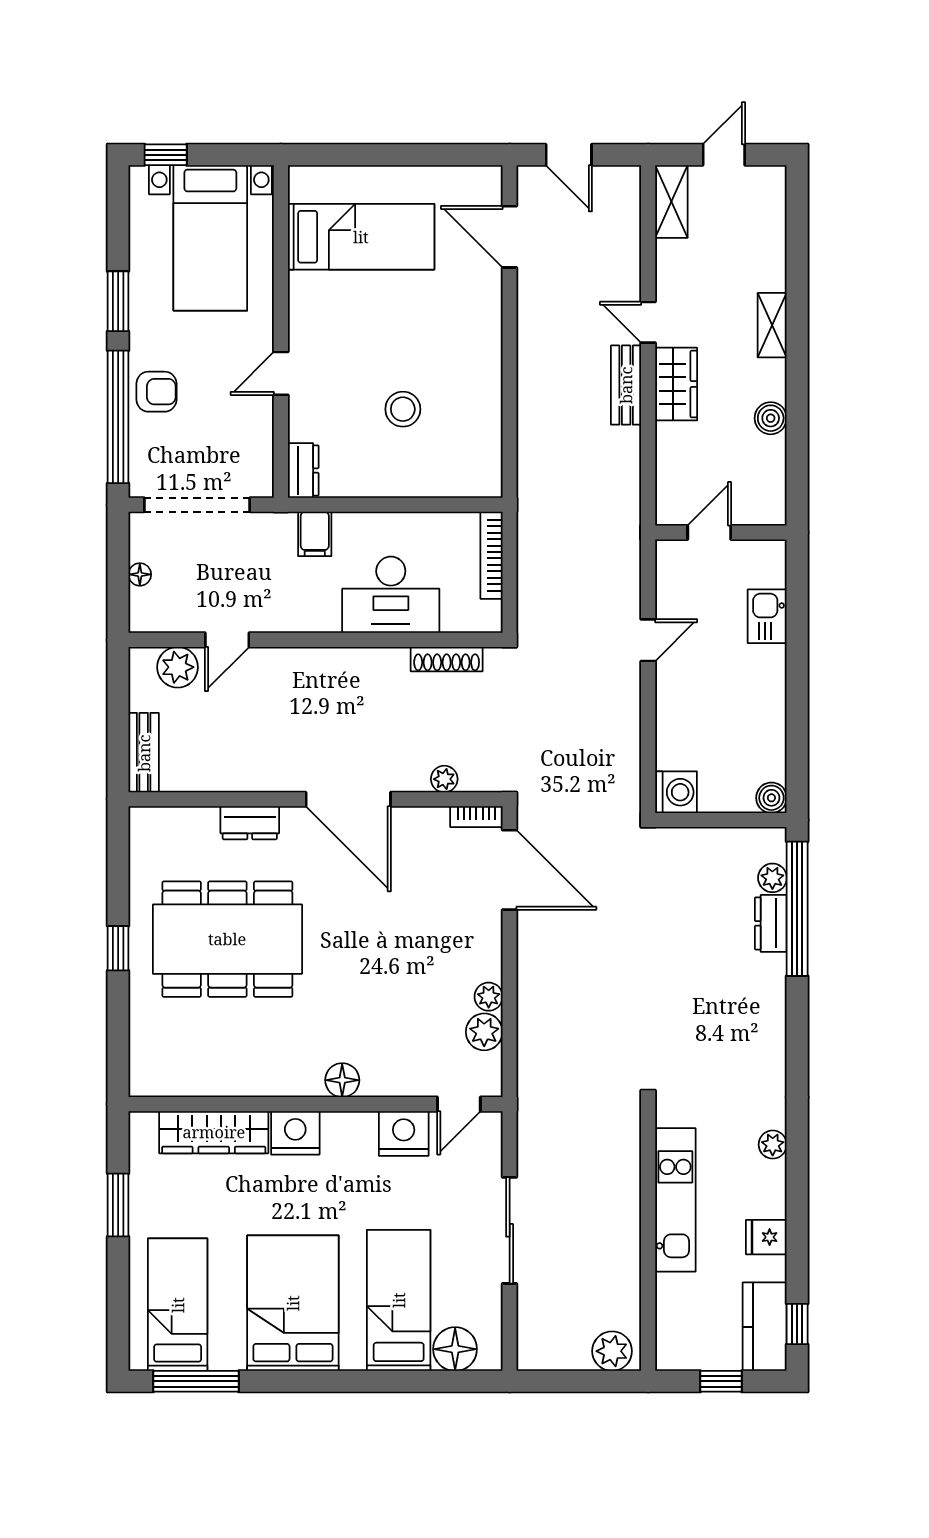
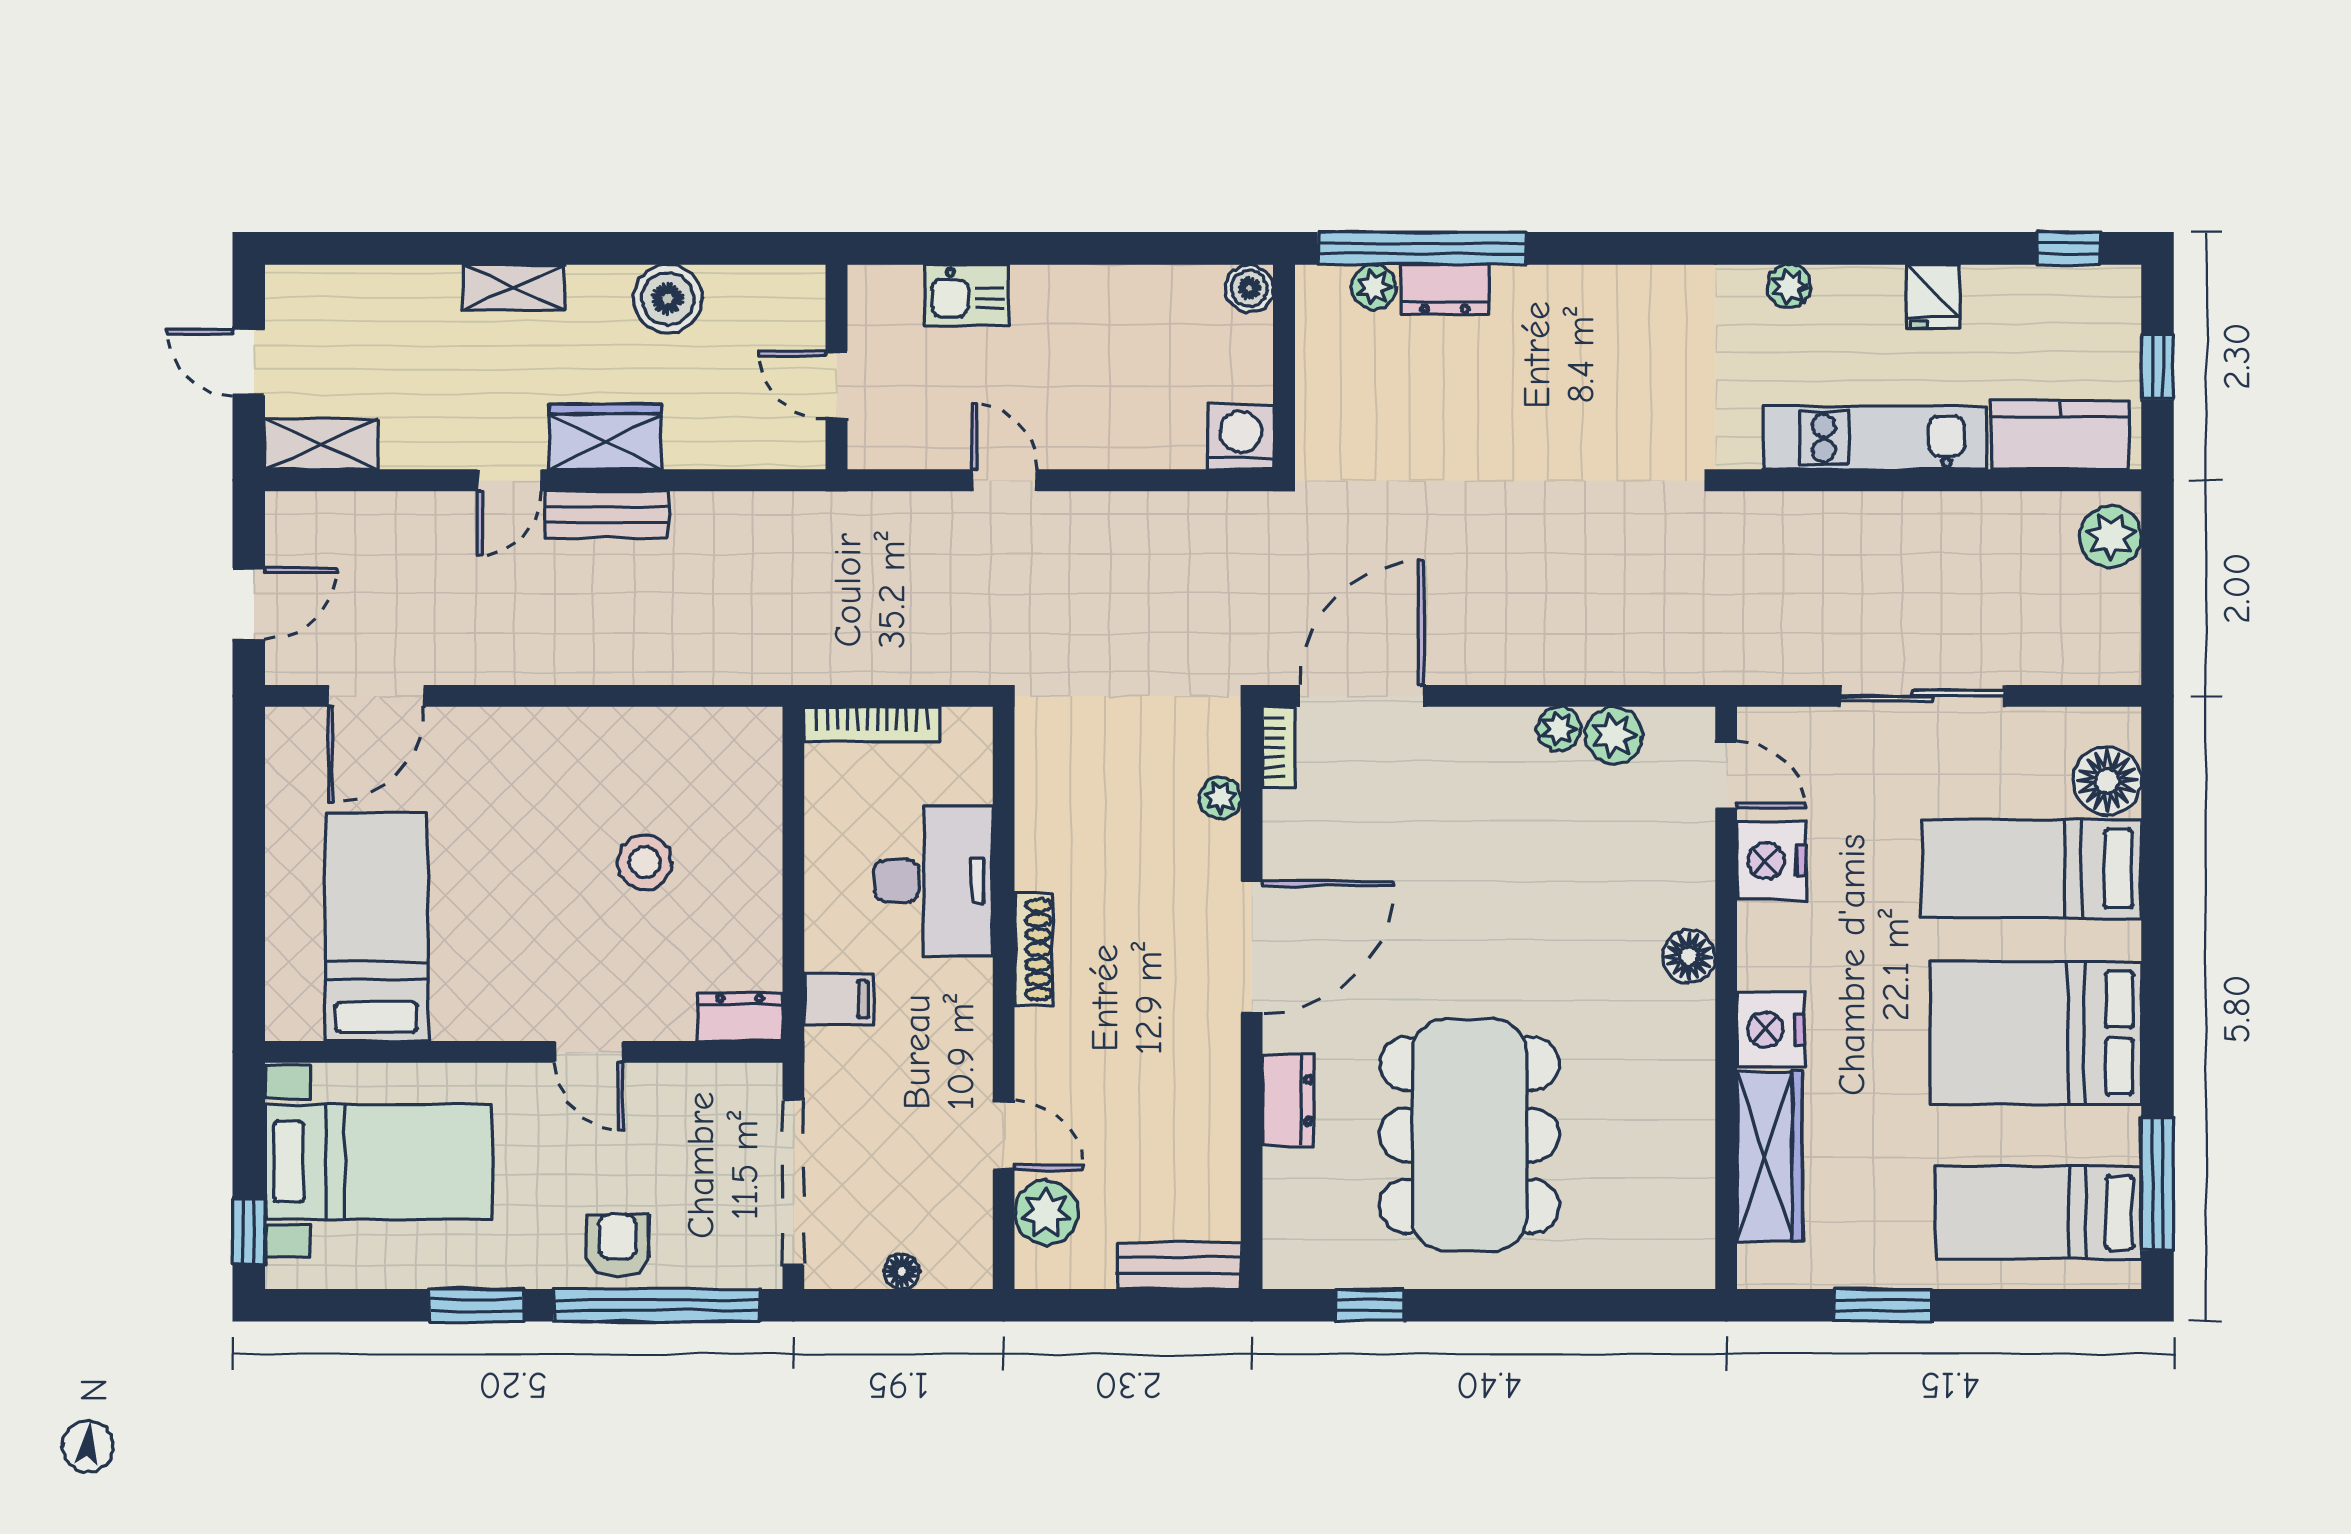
boiler: (771, 418) -> (668, 299), width x1.36, depth x1.36
shoe rack: (447, 659) -> (1034, 950), moved
window: (118, 948) -> (1370, 1305), moved
kitchen counter: (765, 1327) -> (2060, 435), moved, turned 180

